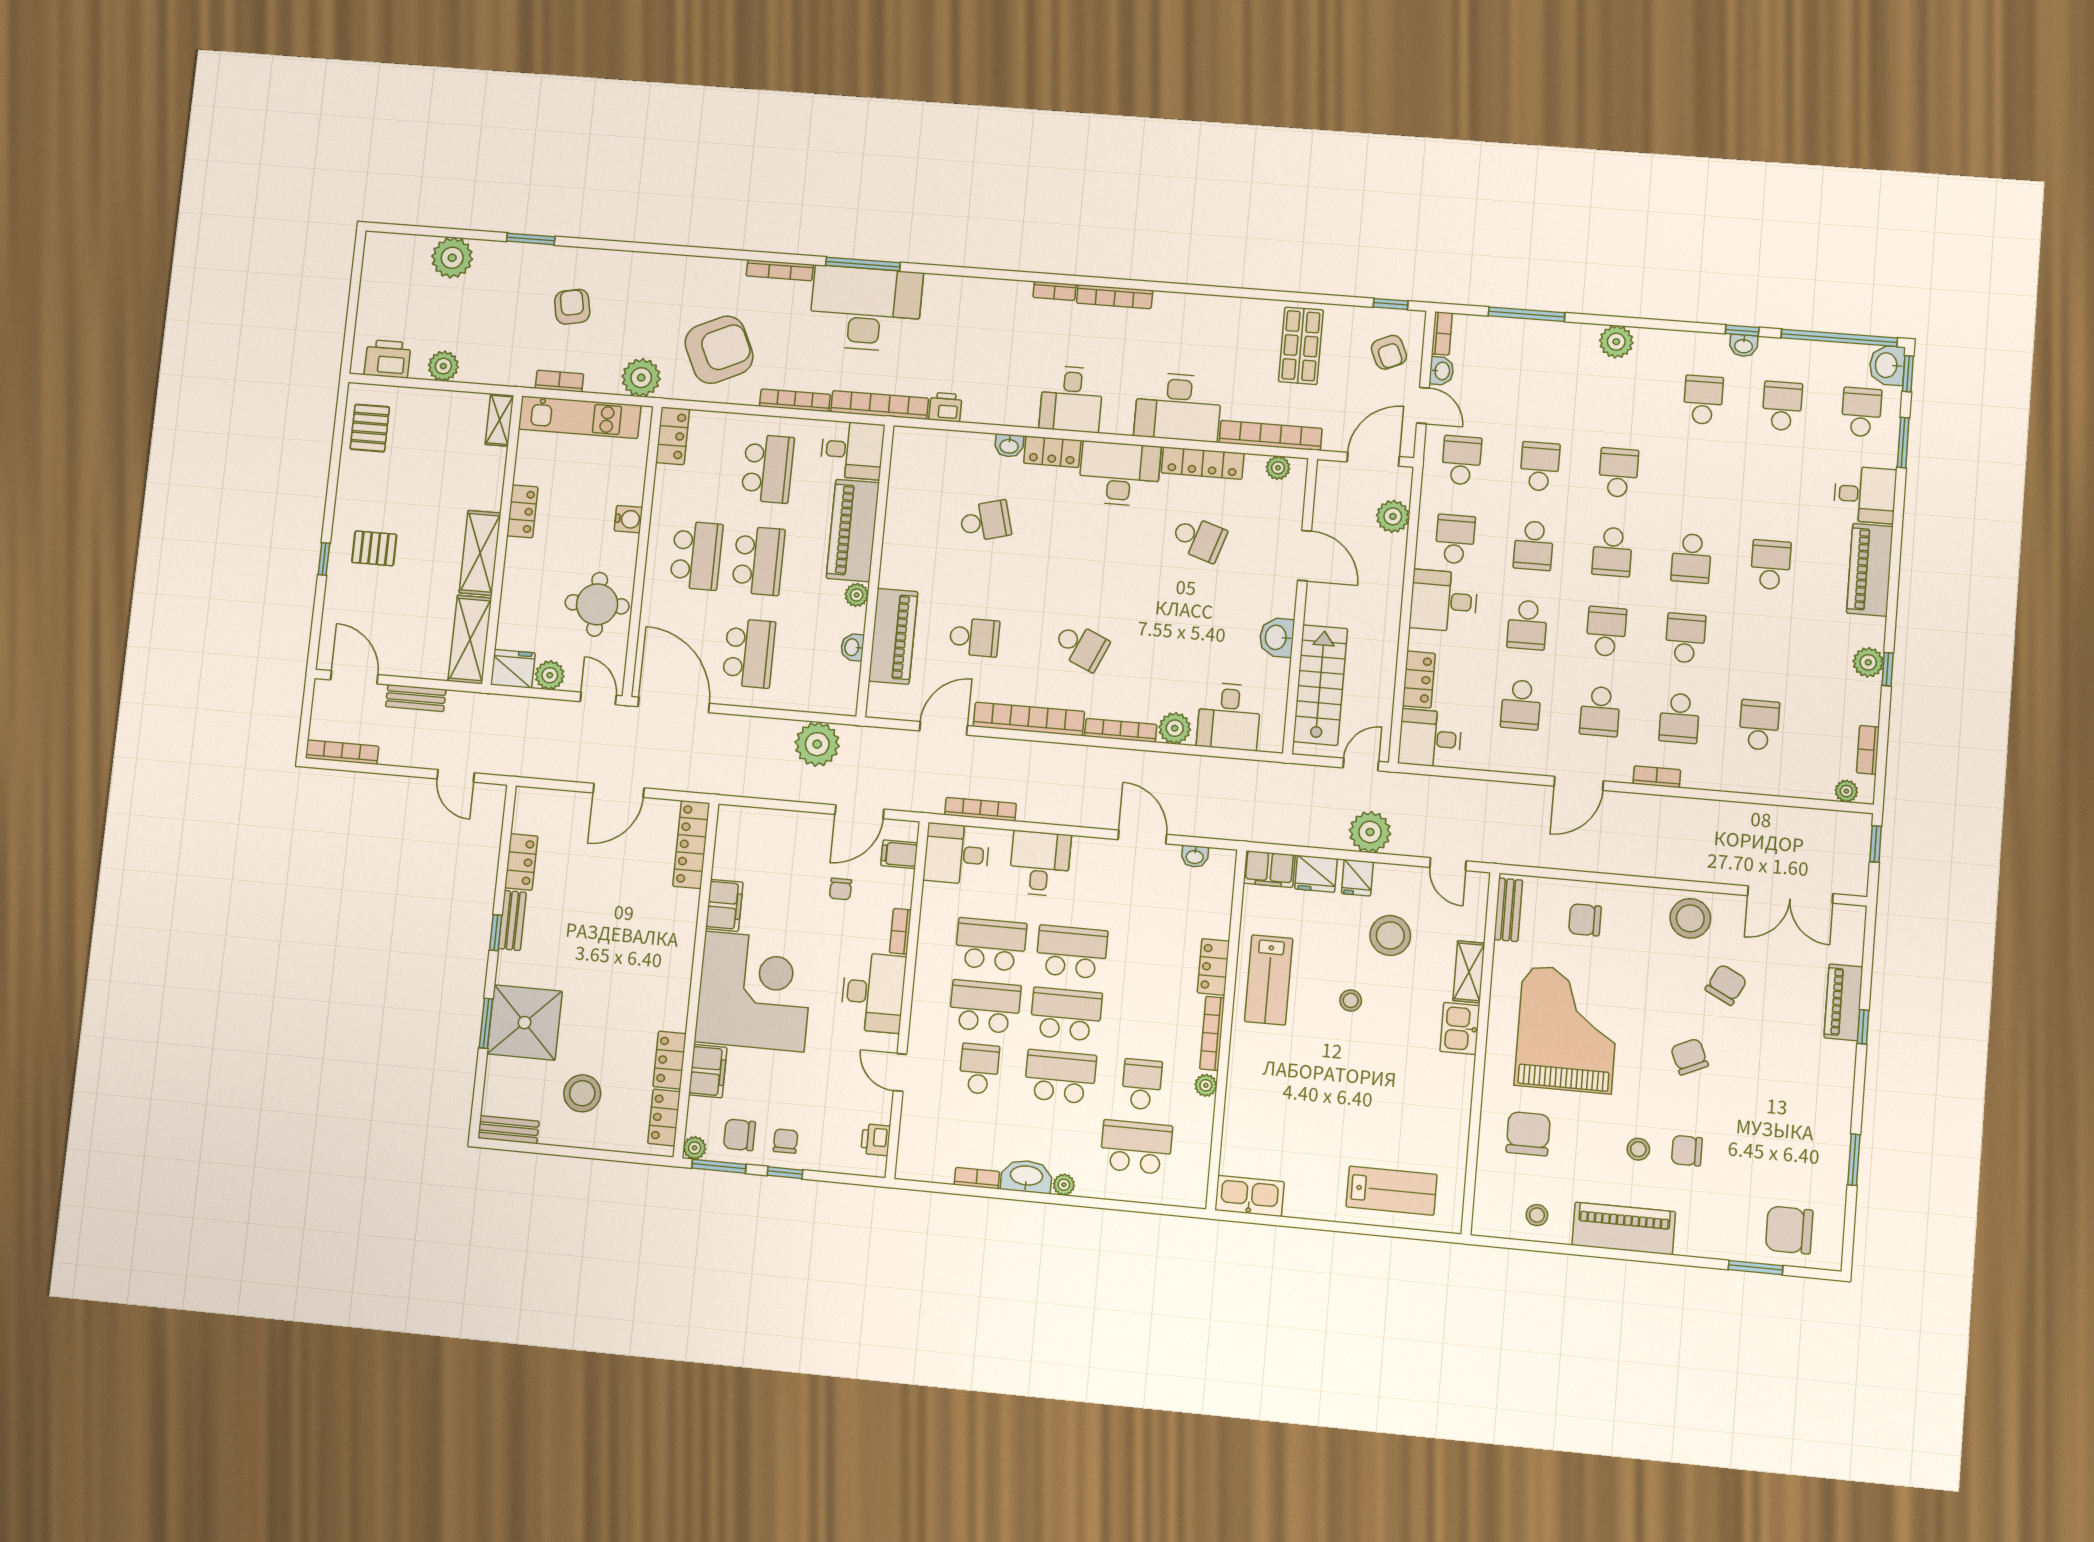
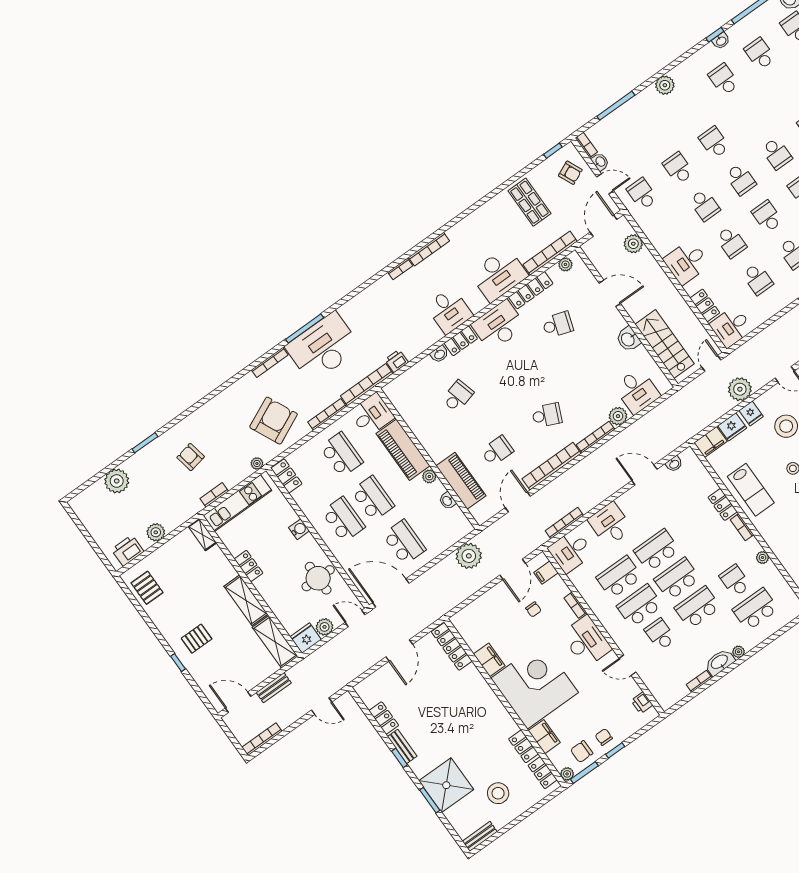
plant: (641, 378) -> (257, 463), width x0.53, depth x0.53
school desk: (1455, 539) -> (669, 231), removed
bookcase: (1212, 1033) -> (742, 527), width x0.64

